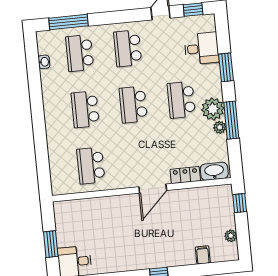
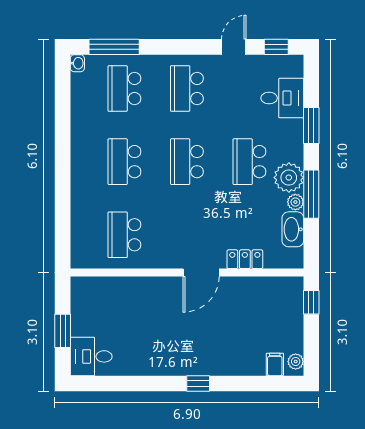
washbasin: (44, 62) -> (77, 63), moved
washbasin: (214, 171) -> (293, 229), moved, turned -90
plant: (231, 236) -> (296, 362), moved
filing cabinet: (203, 255) -> (275, 364), moved

